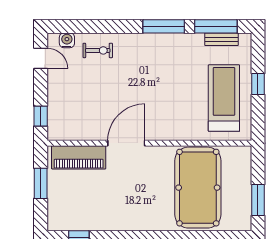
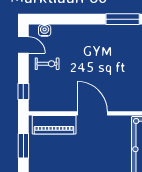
exercise bike: (98, 50) -> (47, 64), moved
door: (126, 143) -> (92, 113), hinge flipped

